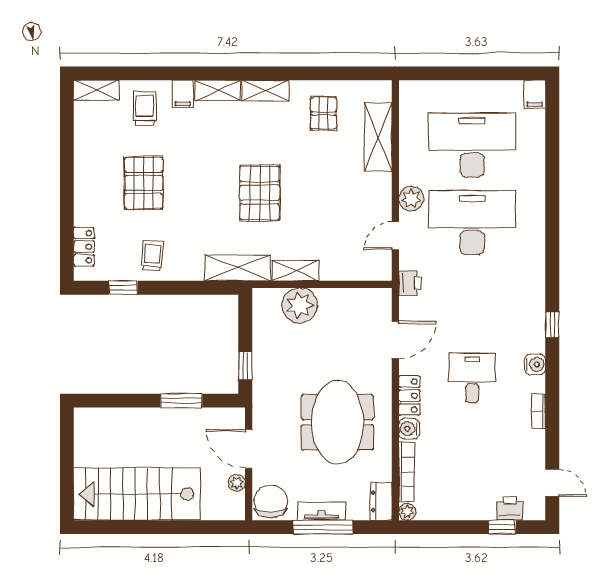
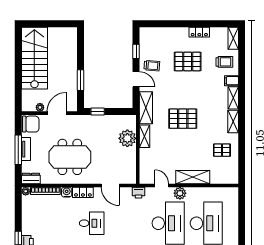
shelving: (378, 137) -> (193, 177), moved
locker: (84, 247) -> (199, 32), moved
door: (180, 288) -> (136, 79), added

